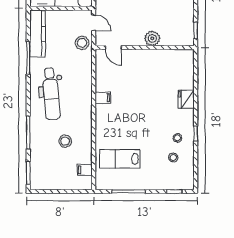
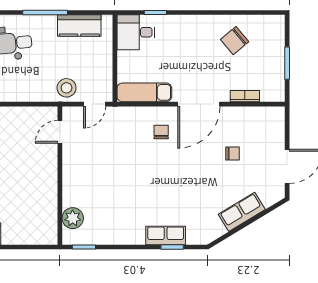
kitchen counter: (38, 34) -> (79, 26), width x0.67
plant: (152, 38) -> (73, 218), moved

